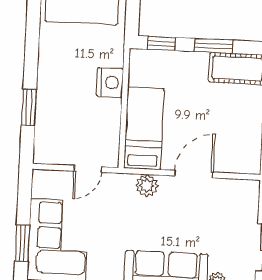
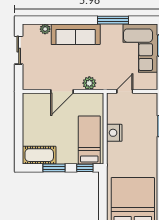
nightstand: (110, 82) -> (114, 133), moved
bed: (144, 128) -> (89, 140), moved, turned 180

